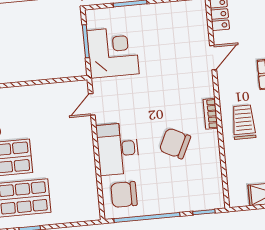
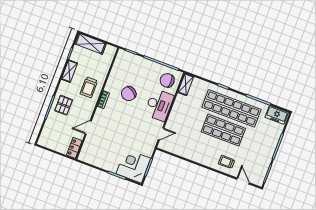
corner desk: (113, 52) -> (133, 166), moved, turned 90
chair: (175, 143) -> (129, 94), turned 97
chair: (124, 194) -> (167, 80), turned 180
shelving: (91, 203) -> (186, 84), added

